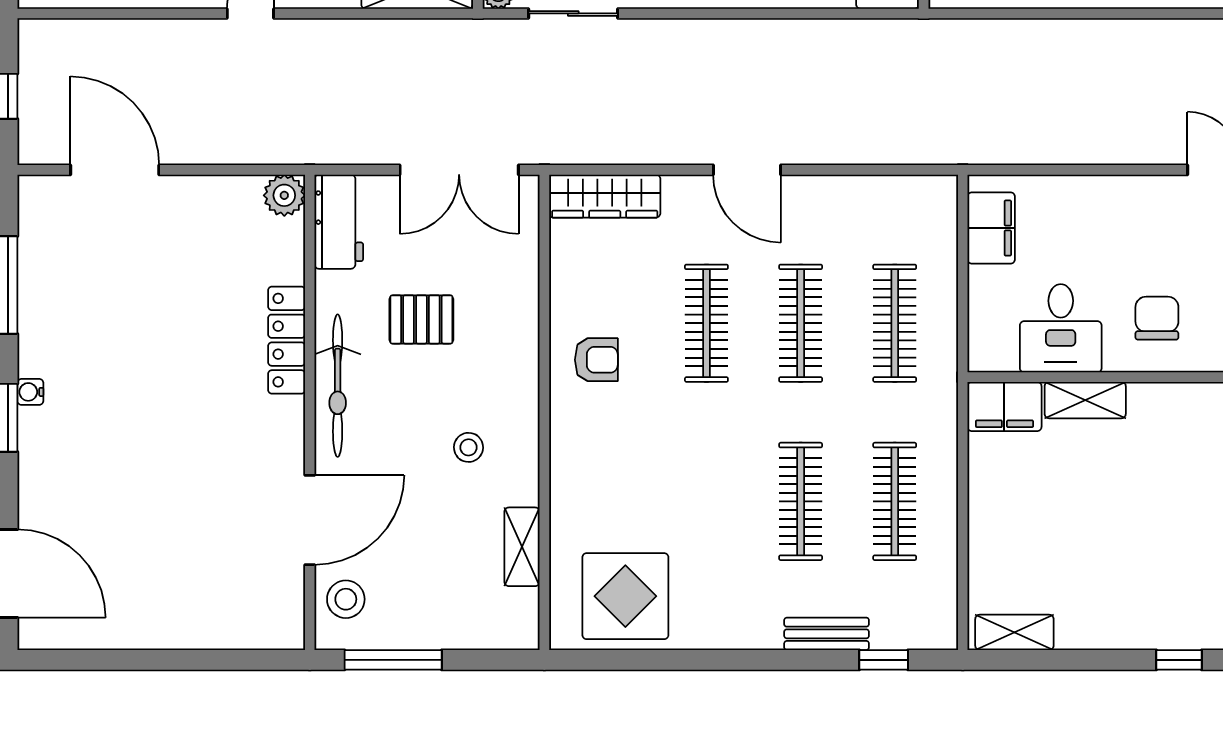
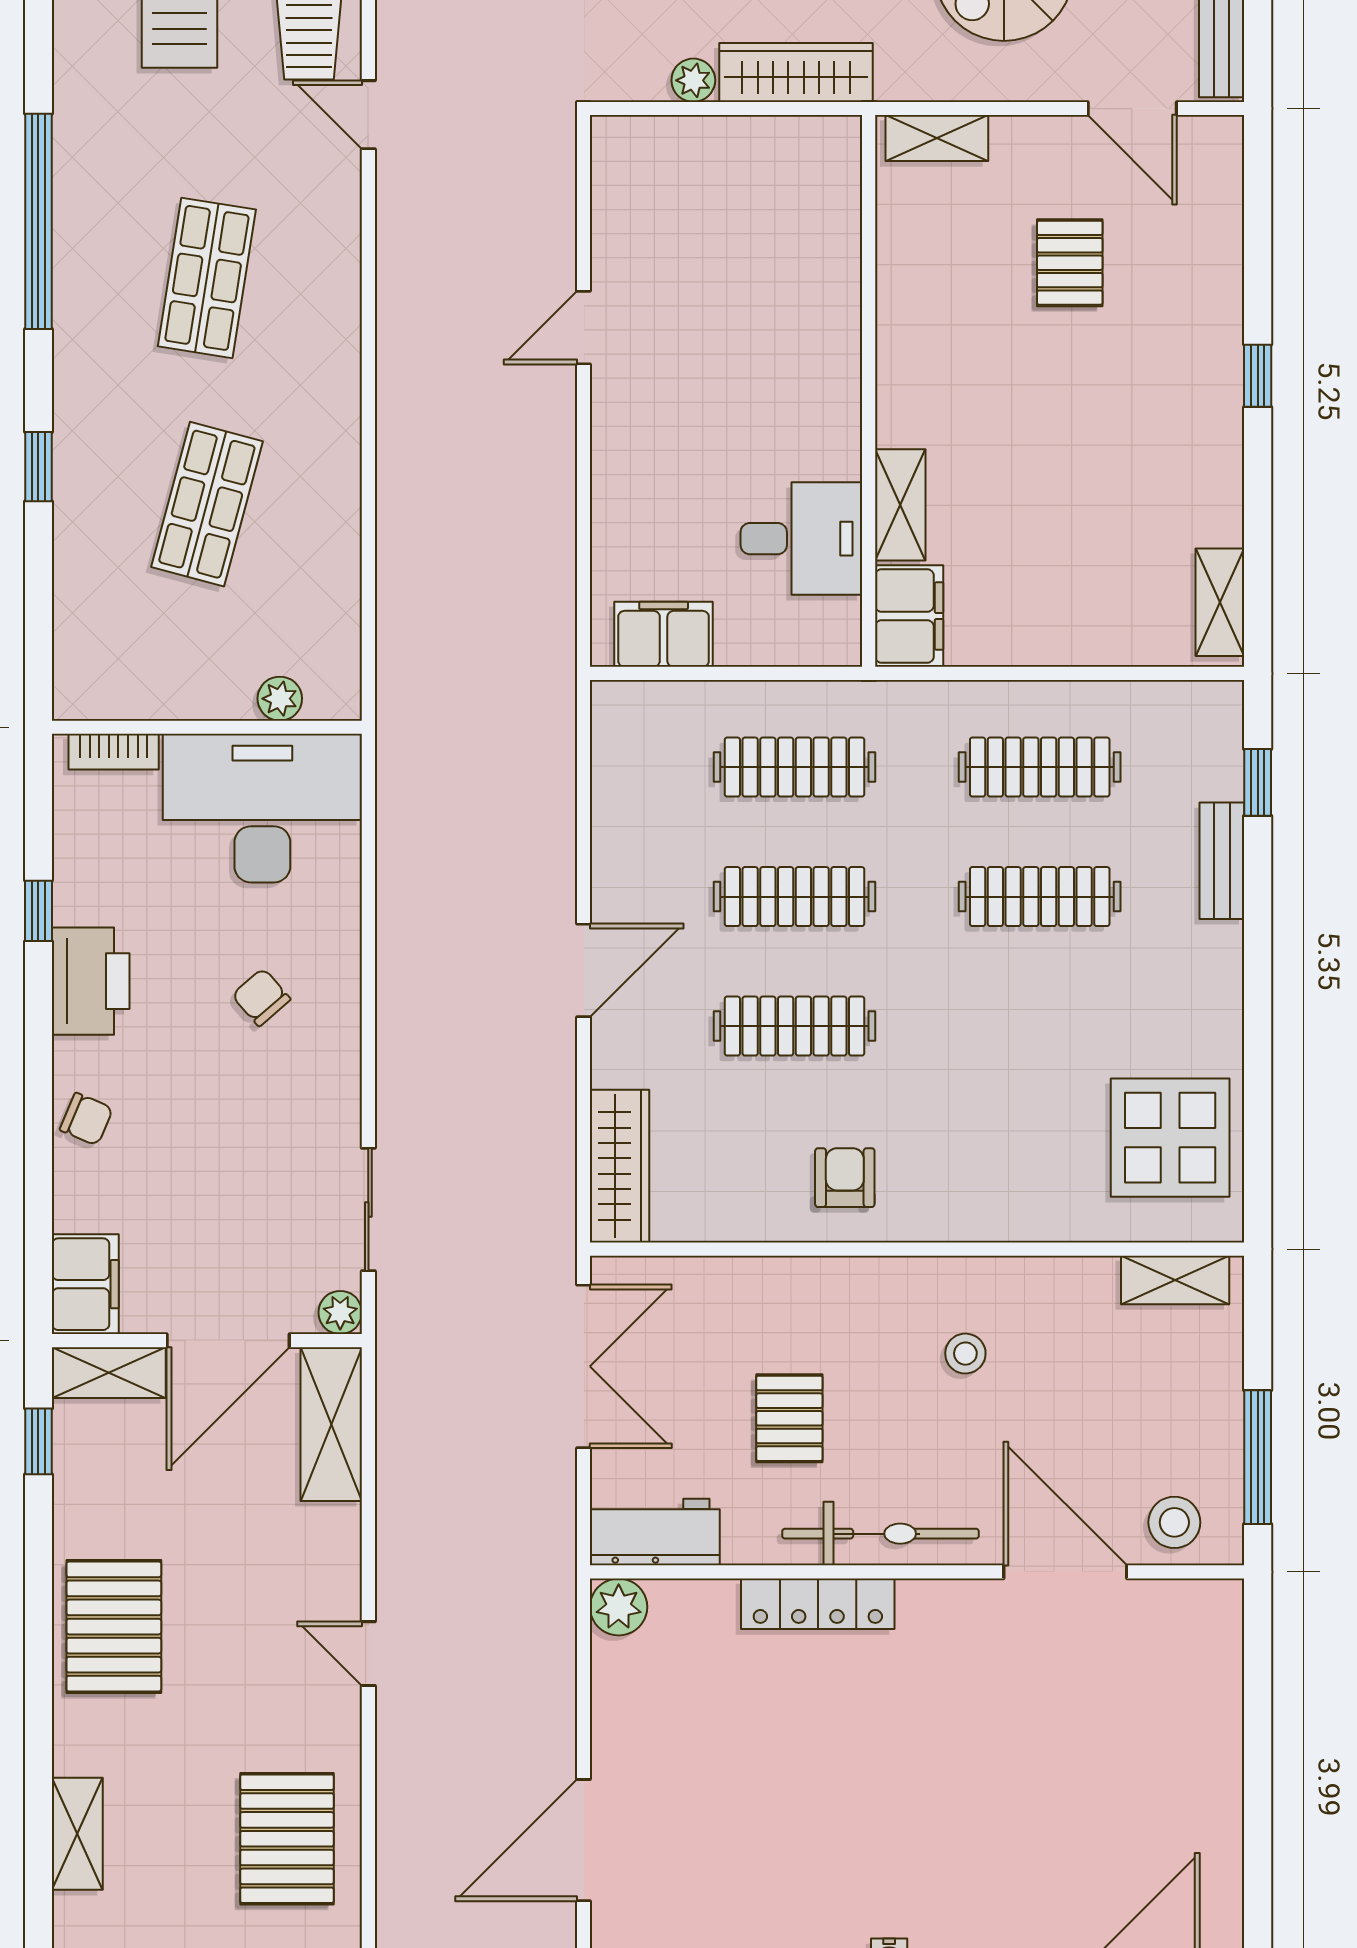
chair: (1157, 318) -> (788, 406), removed
shelving: (522, 547) -> (1175, 1280), moved

